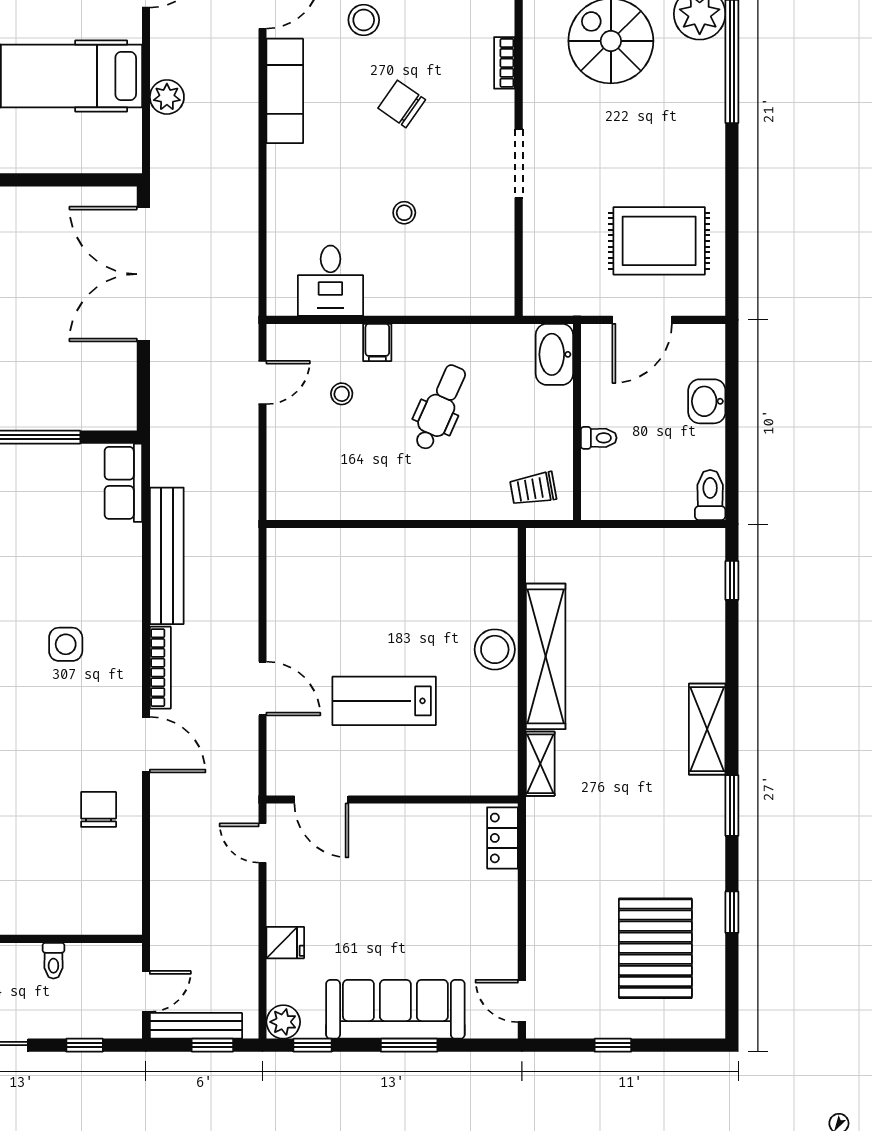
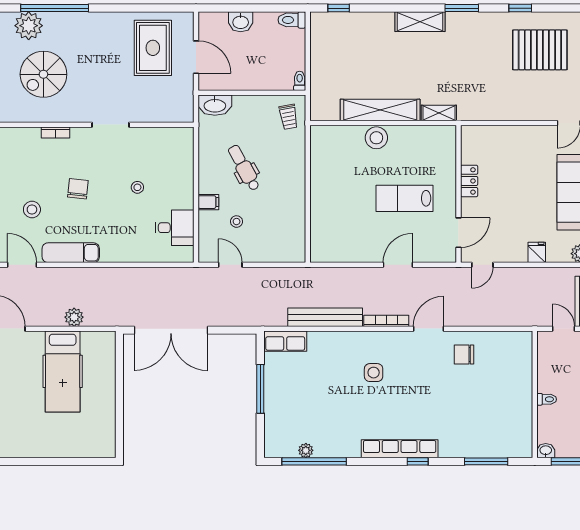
chair: (402, 104) -> (78, 189), turned 151
dental chair: (440, 407) -> (244, 168), turned 37
toilet: (599, 438) -> (300, 81), moved
lab bench: (384, 701) -> (405, 198), turned 90
locker: (503, 838) -> (469, 181), moved, turned -90
toilet: (53, 961) -> (547, 399), moved

